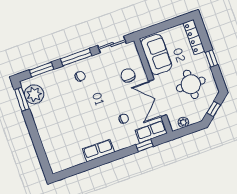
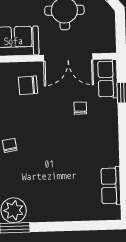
plant: (183, 122) -> (109, 35), removed
row of seats: (98, 151) -> (111, 186), moved

